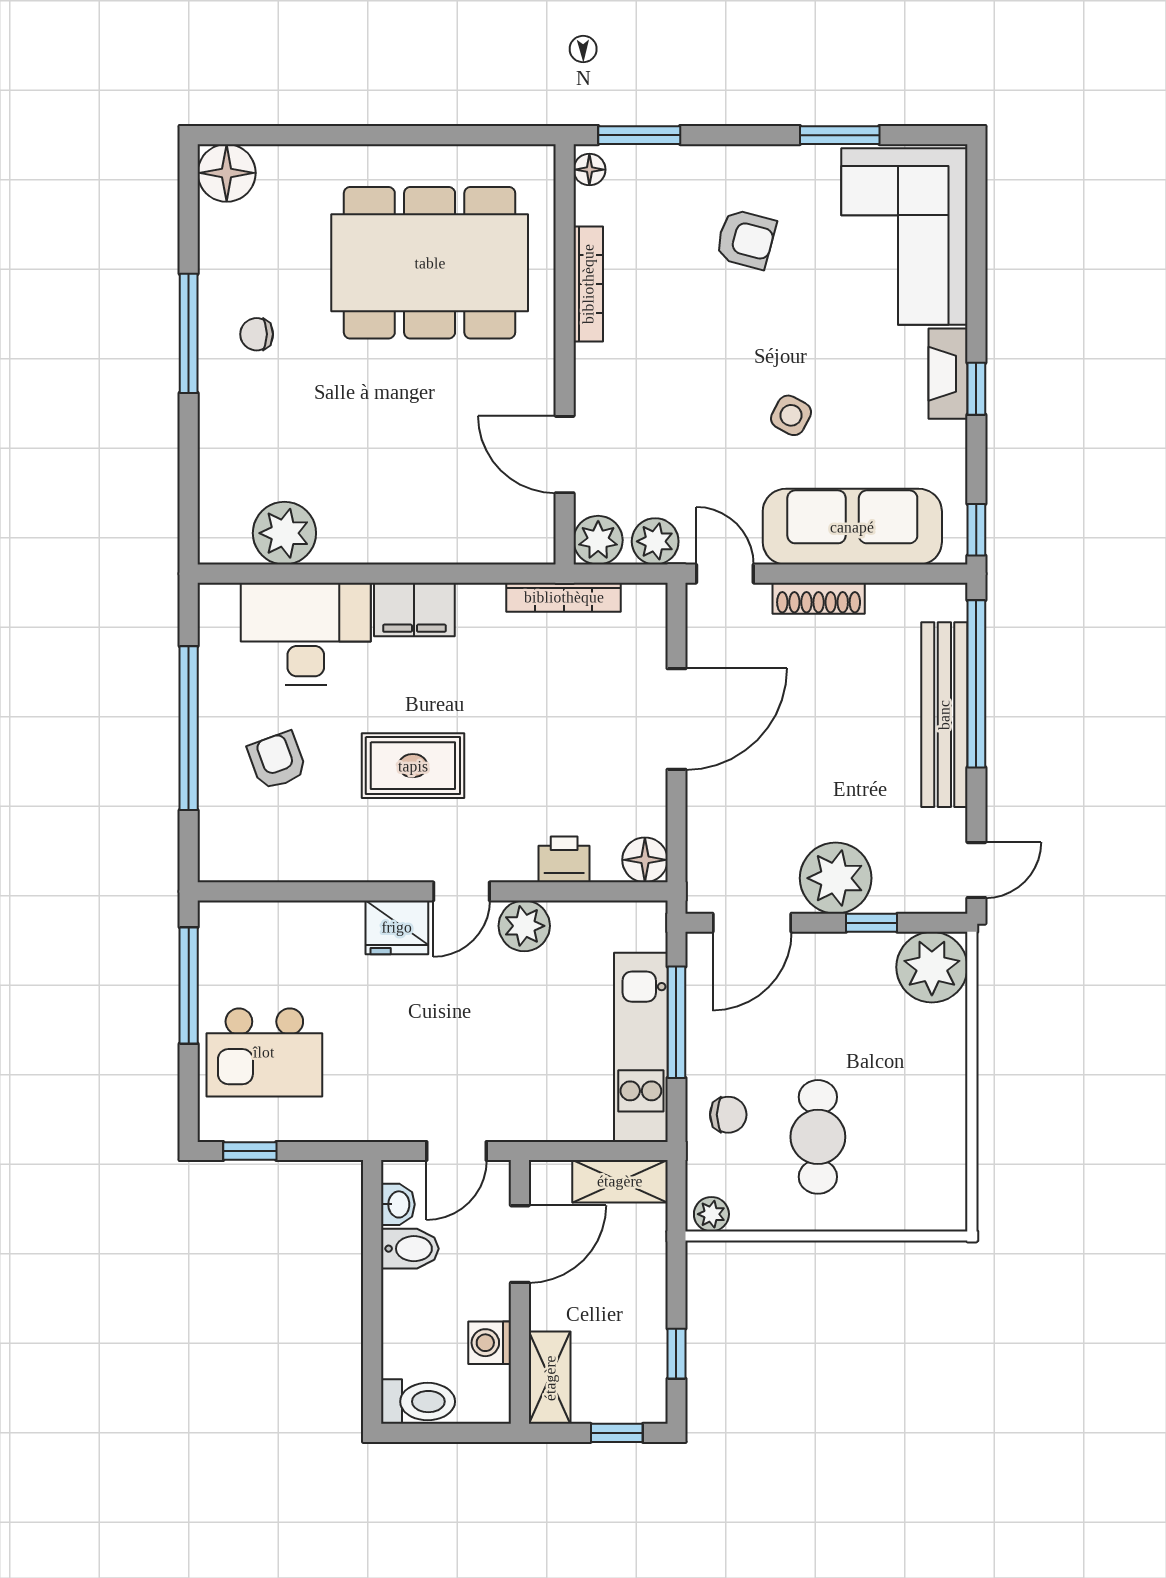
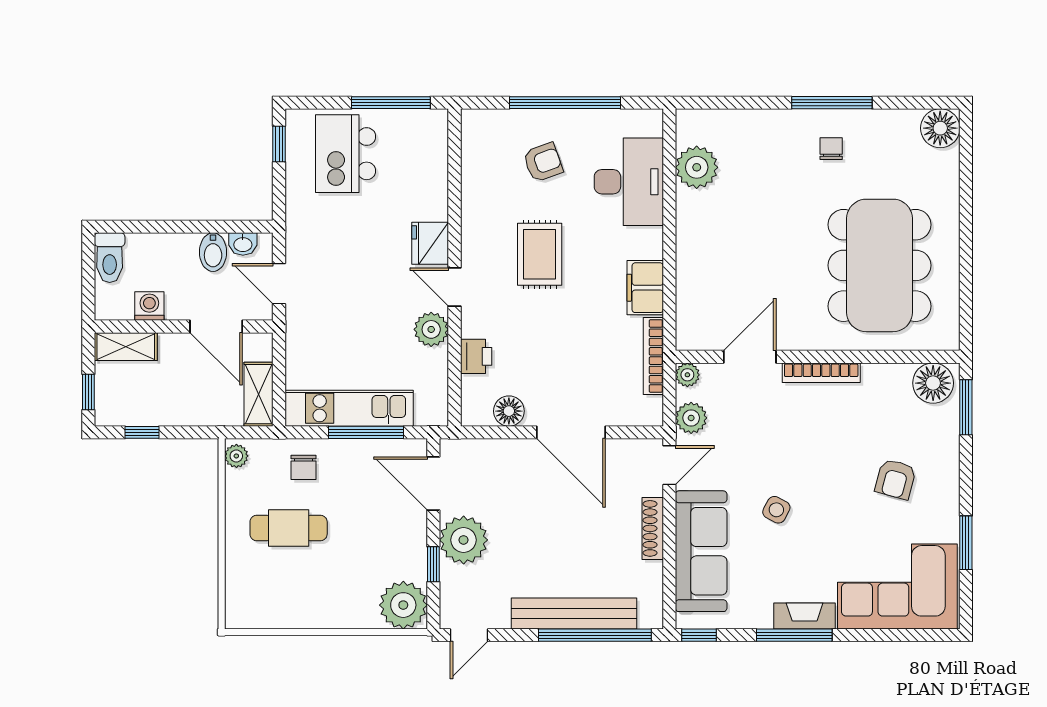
floor lamp: (589, 170) -> (933, 383), width x1.89, depth x1.89
bookcase: (588, 284) -> (821, 373), moved
window: (976, 389) -> (794, 635), width x2.17
plant: (598, 540) -> (687, 375), width x0.73, depth x0.73
filing cabinet: (414, 609) -> (645, 288), moved
floor lamp: (645, 860) -> (509, 411), moved
door: (976, 870) -> (469, 635), hinge flipped

